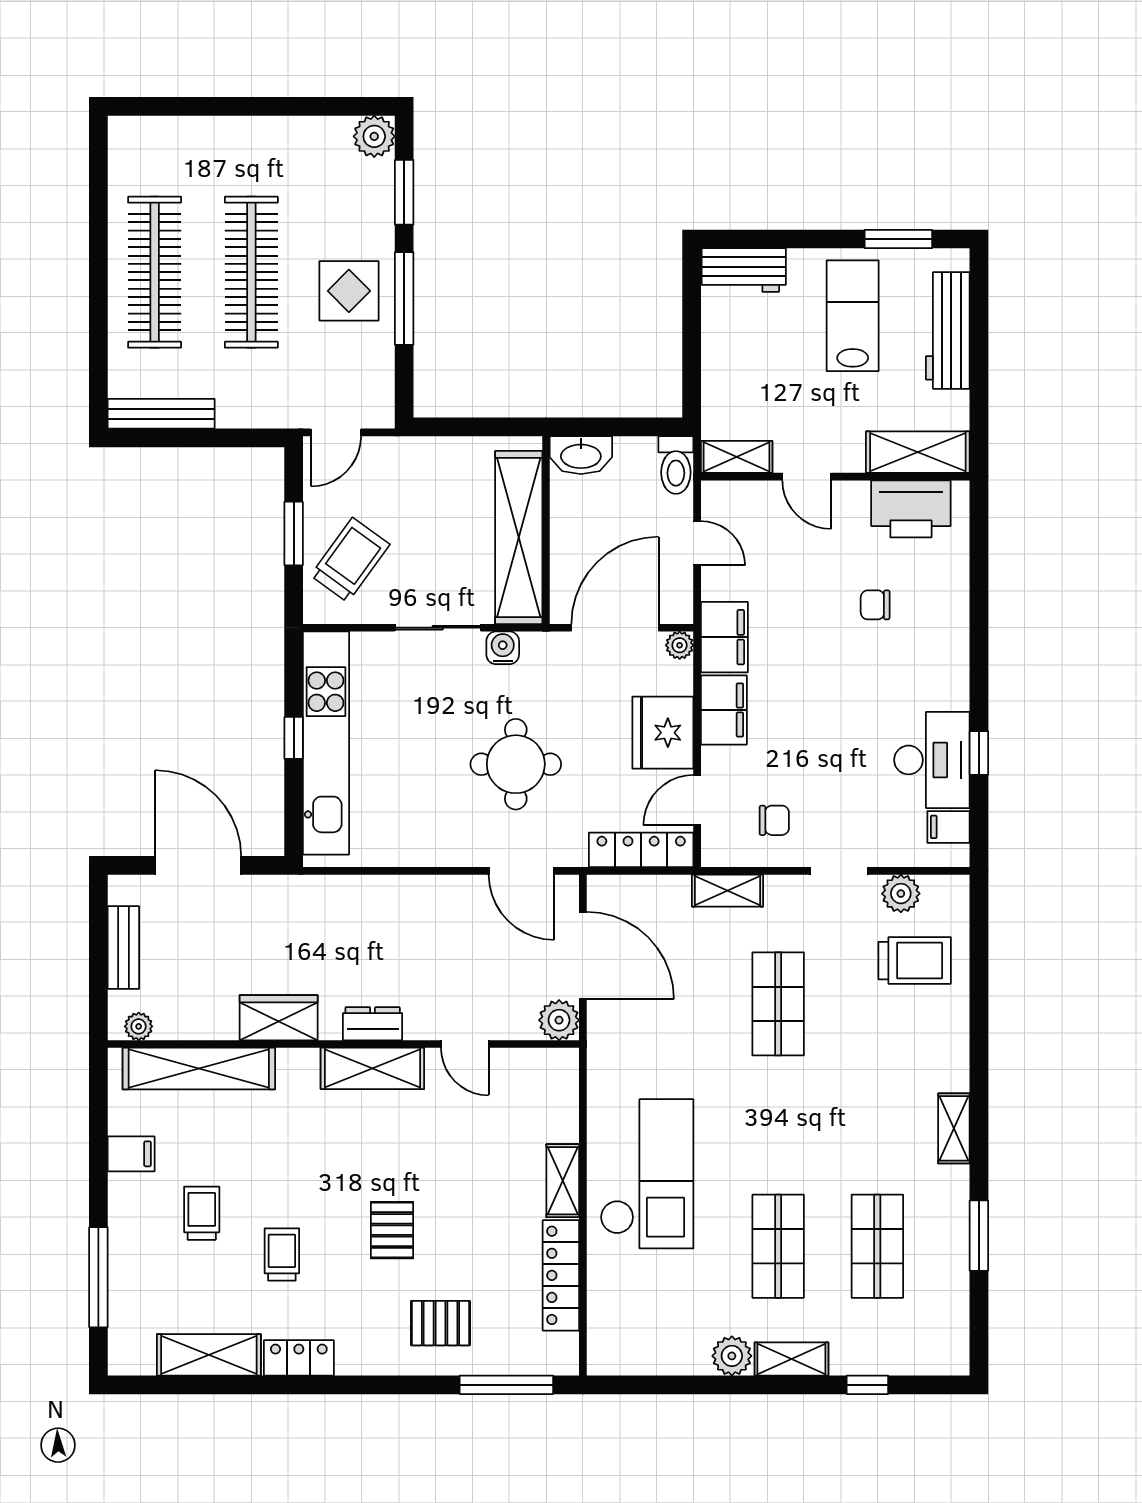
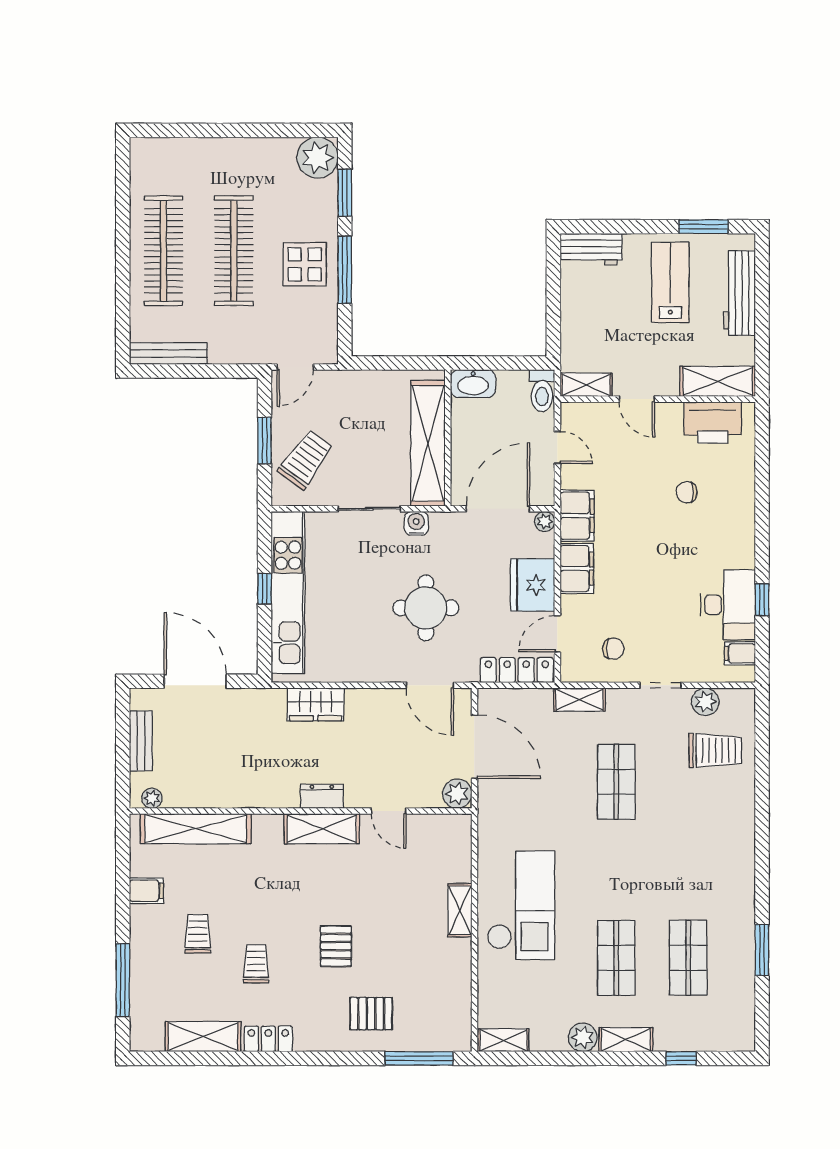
plant: (374, 136) -> (318, 158), width x1.36, depth x1.36
wardrobe: (279, 1018) -> (316, 704), moved, turned 180
shelving: (954, 1128) -> (503, 1040), moved, turned 90
locker: (561, 1275) -> (459, 979), removed

